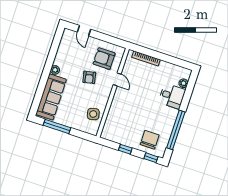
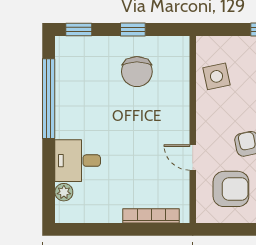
chair: (150, 140) -> (137, 72), moved

